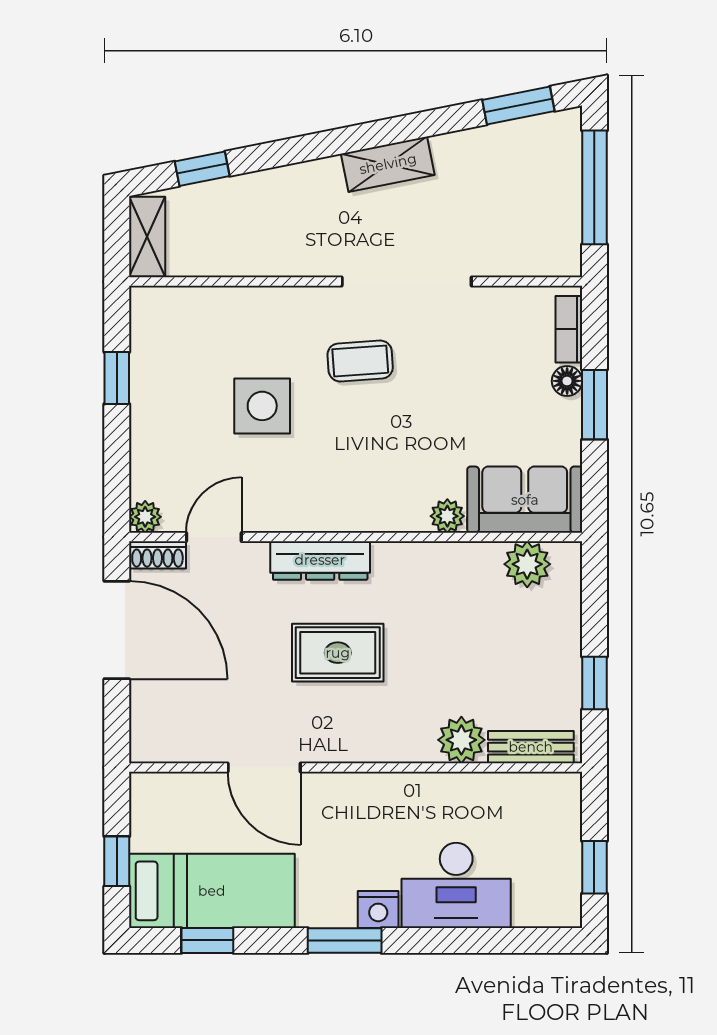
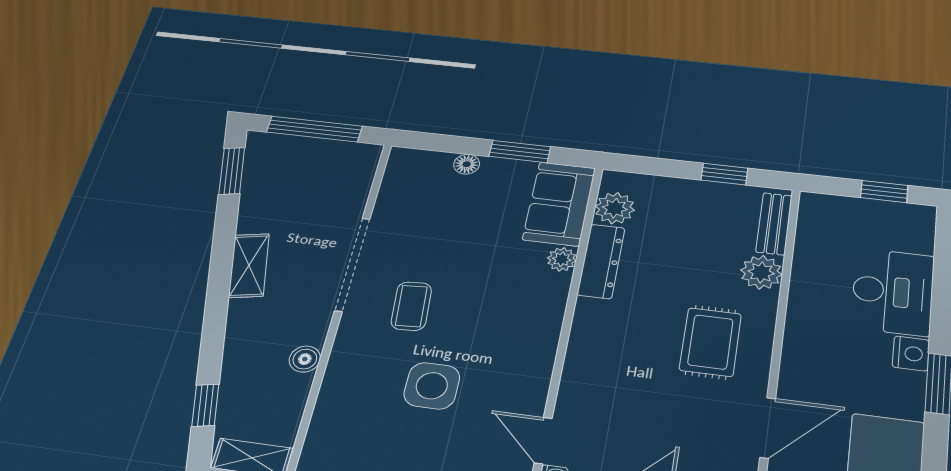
boiler: (275, 261) -> (305, 359), added
bookcase: (569, 329) -> (424, 158), removed
window: (594, 405) -> (520, 152), moved
dresser: (320, 560) -> (601, 261), moved
rug: (338, 653) -> (710, 342), moved

